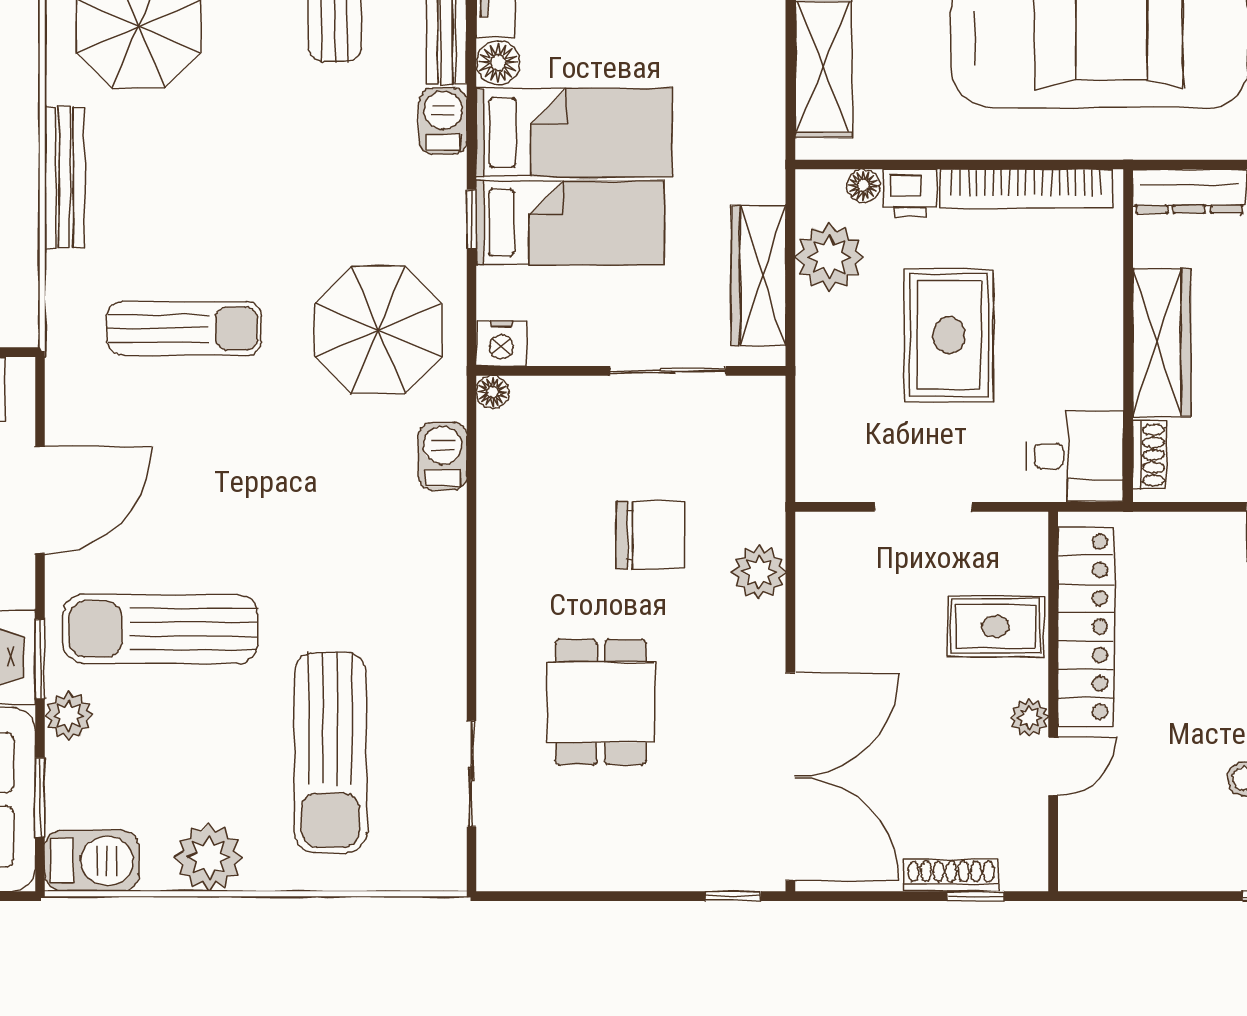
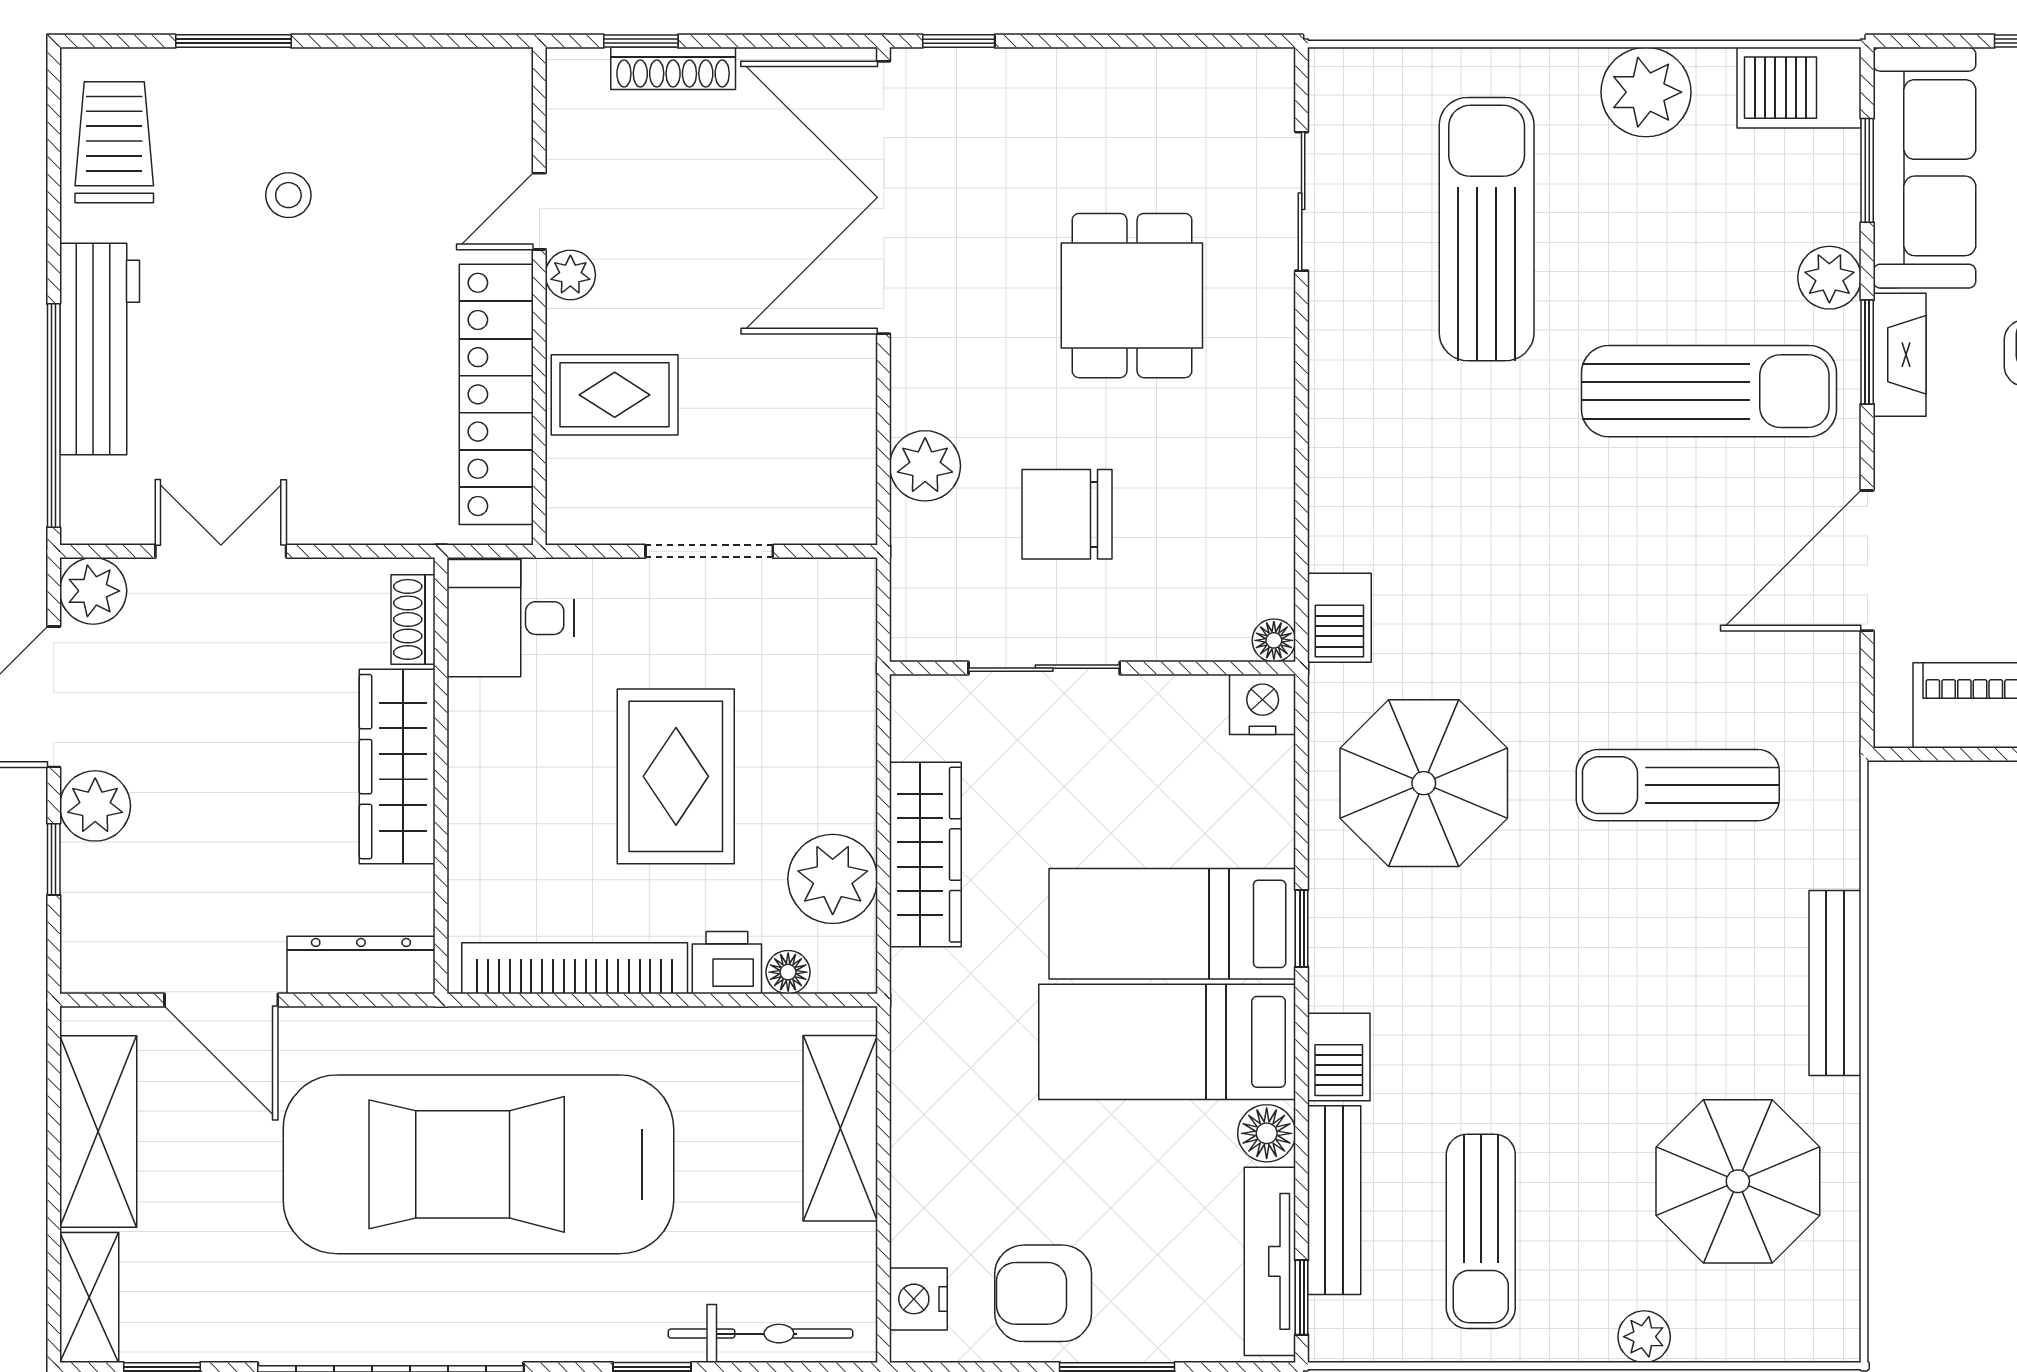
nightstand: (501, 343) -> (1263, 704), moved
wall: (631, 371) -> (1093, 668), moved
sliding door: (668, 371) -> (1044, 668), moved
floor lamp: (493, 392) -> (1274, 640), moved

